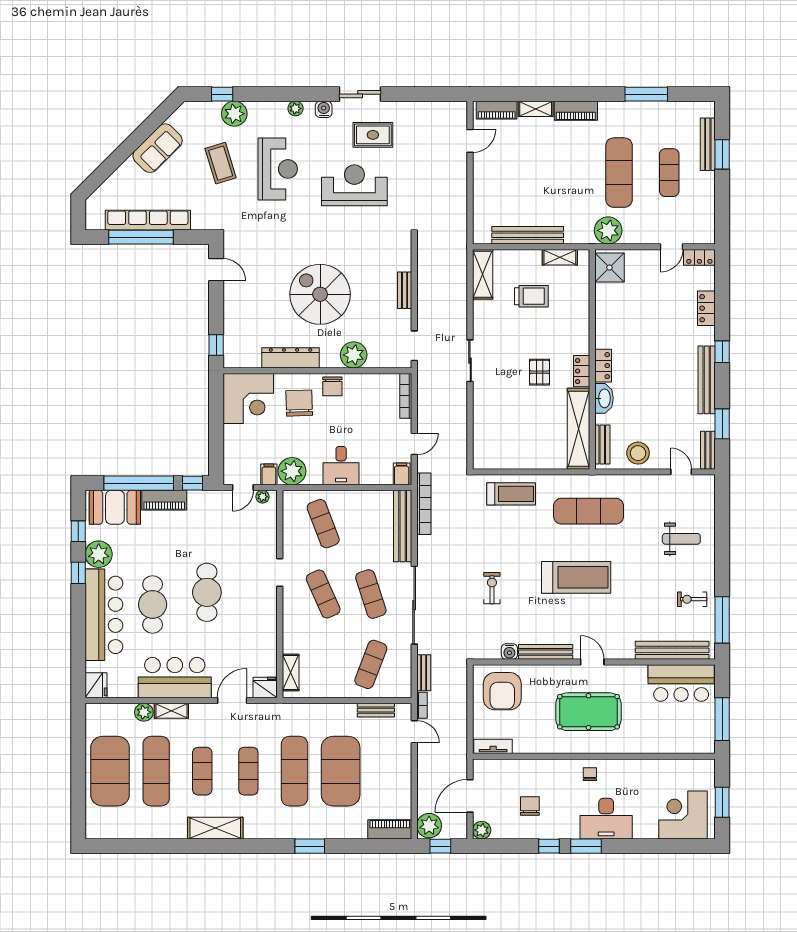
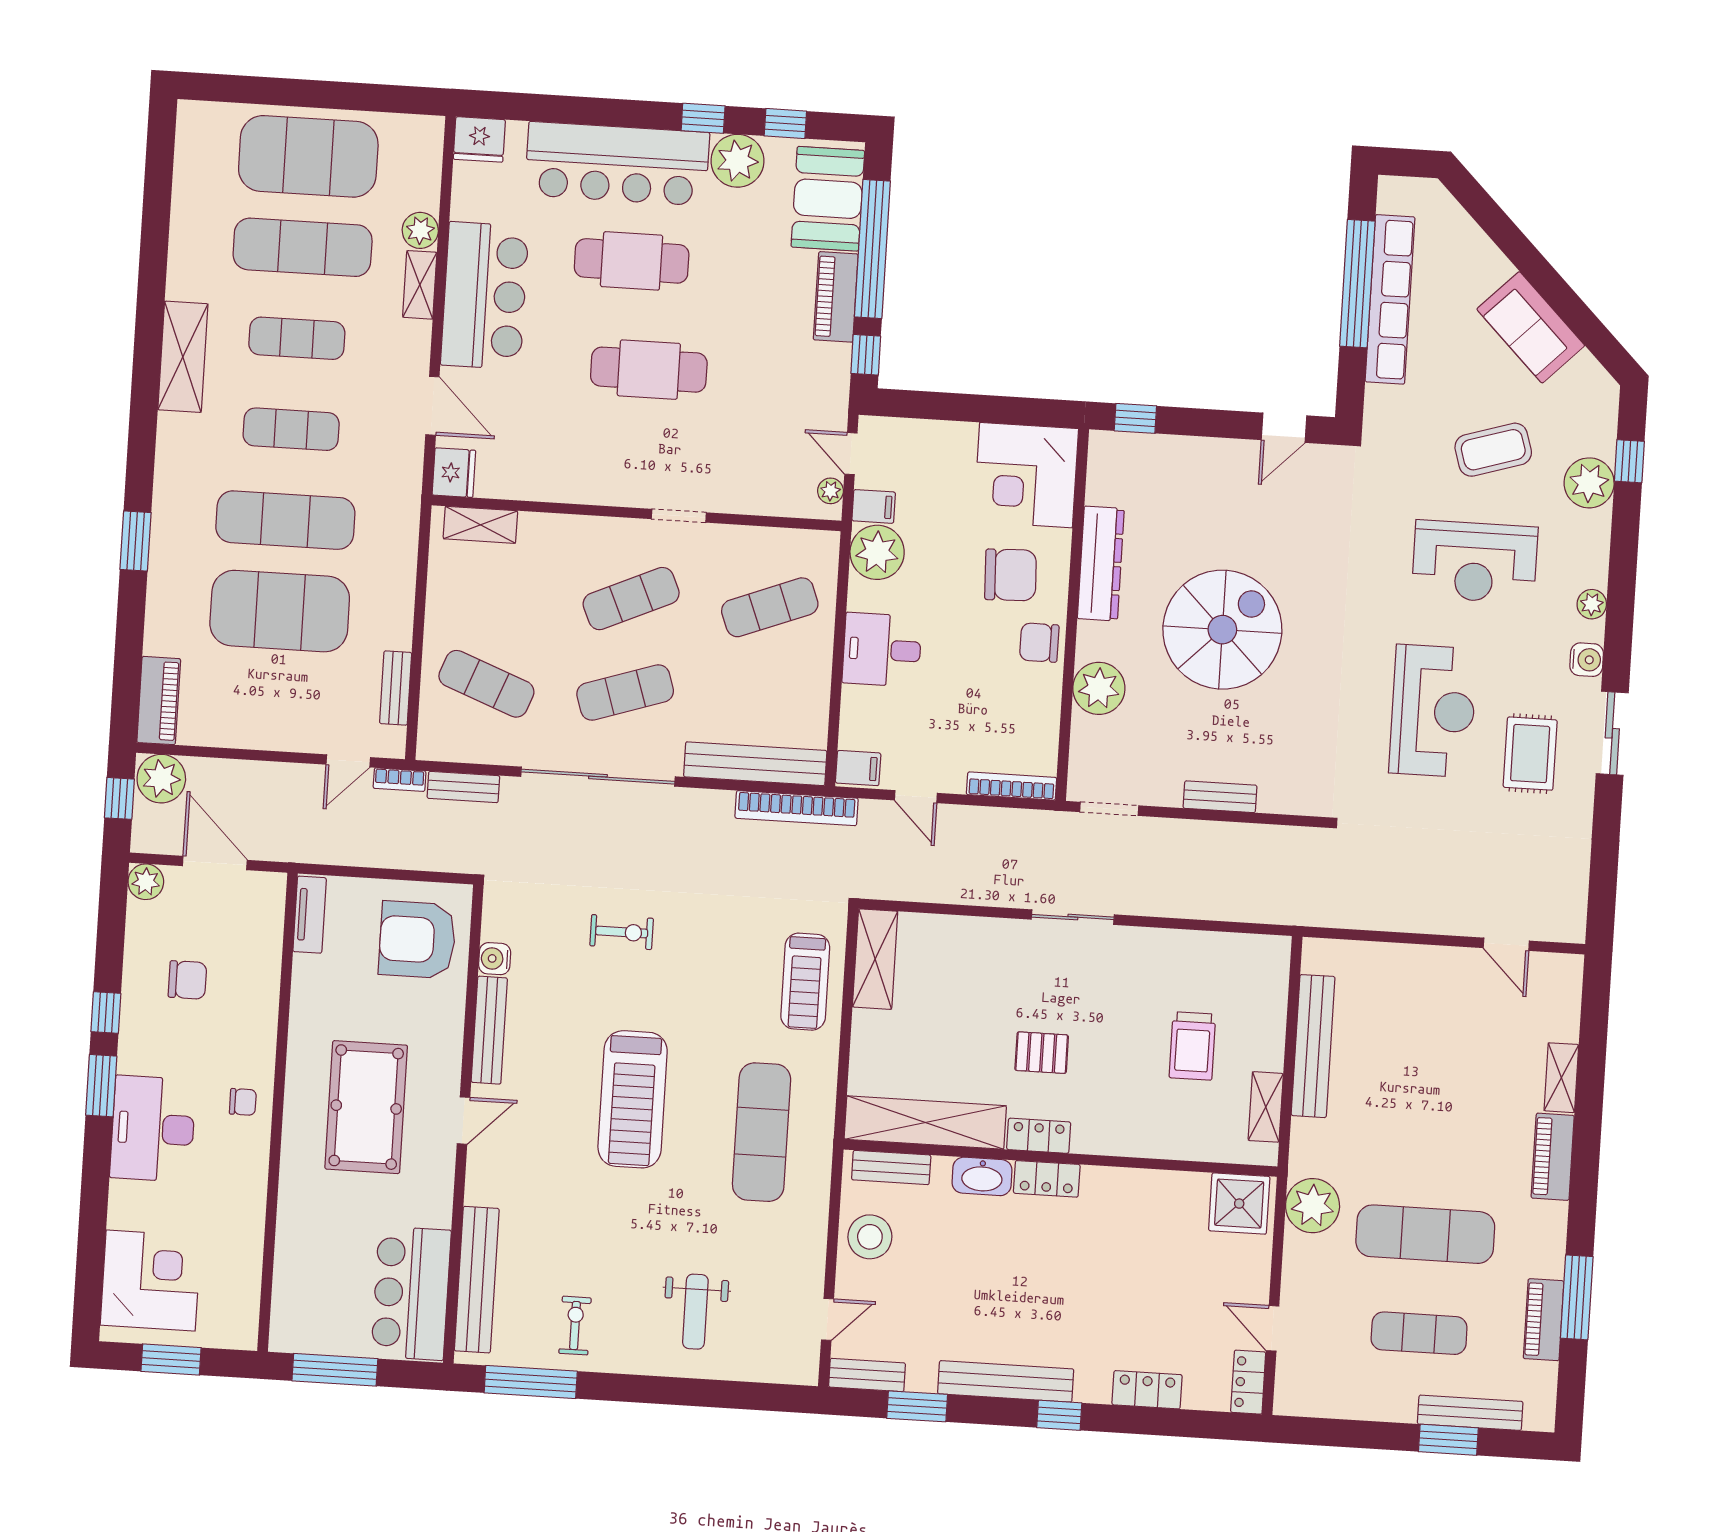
piano: (497, 110) -> (1544, 1320), moved
shelving: (483, 274) -> (875, 959), moved, turned 90

